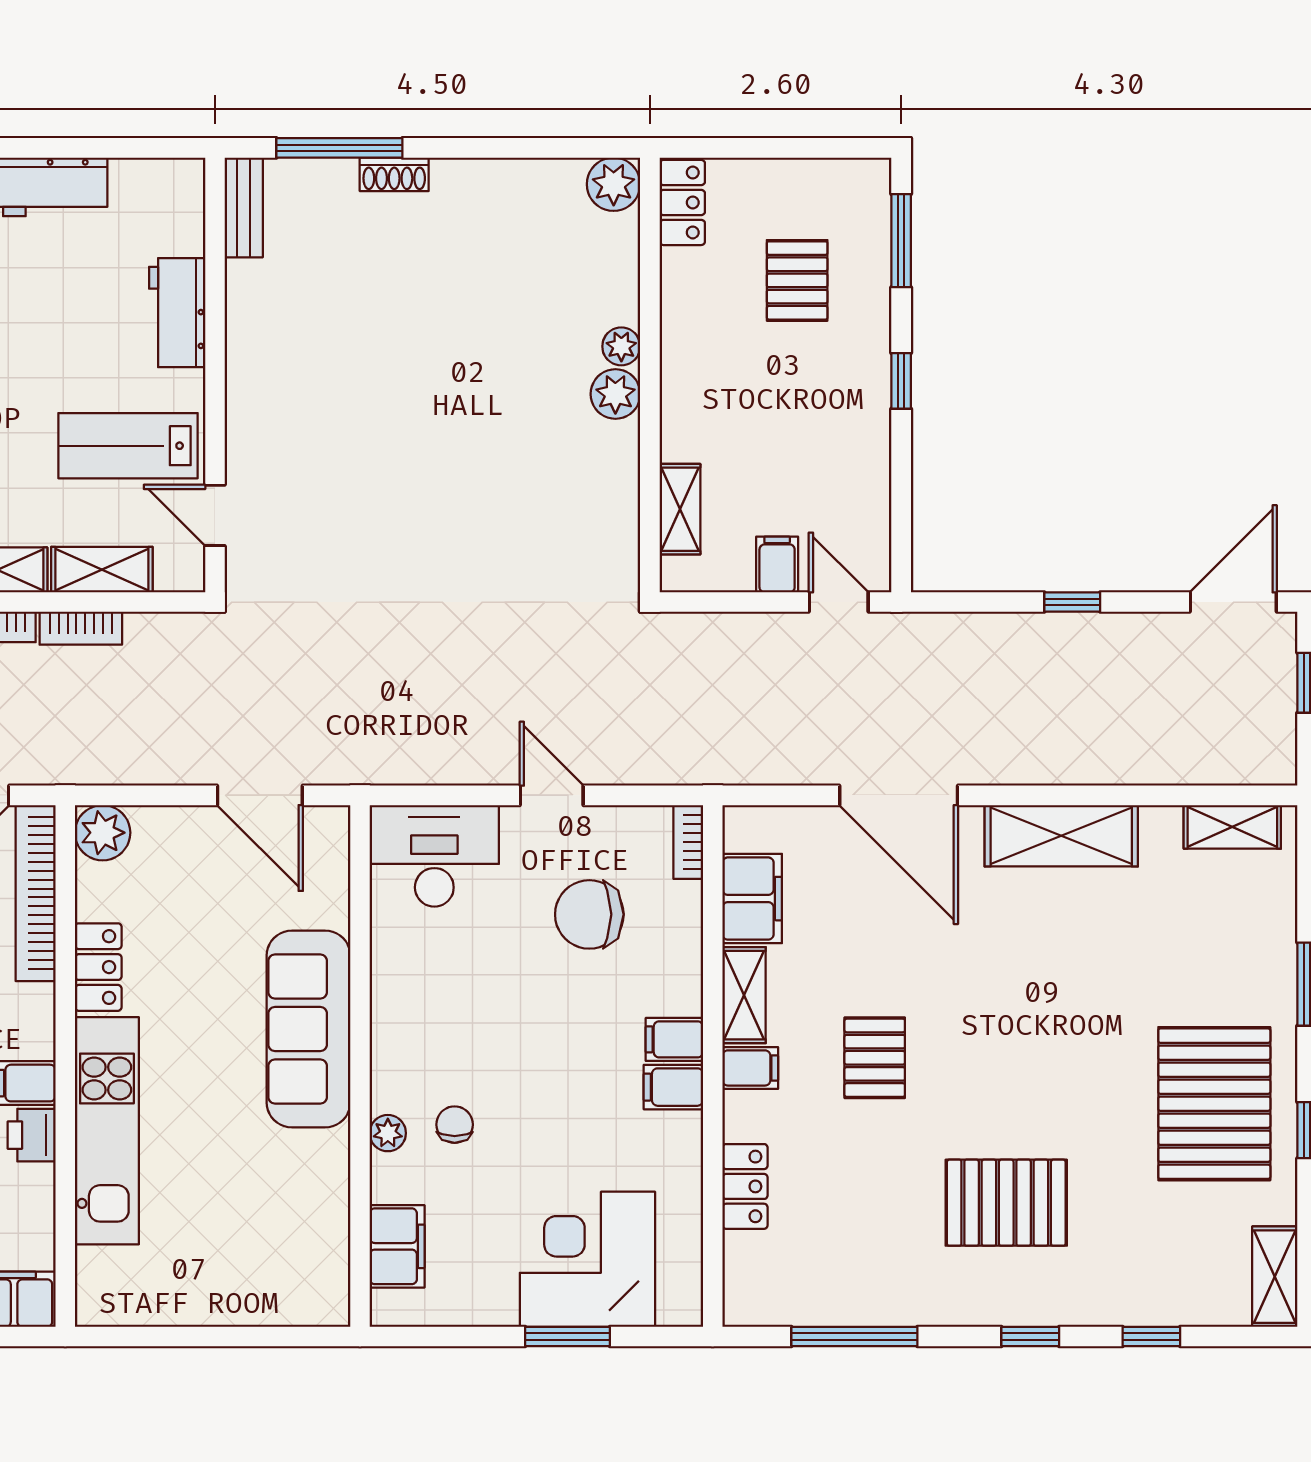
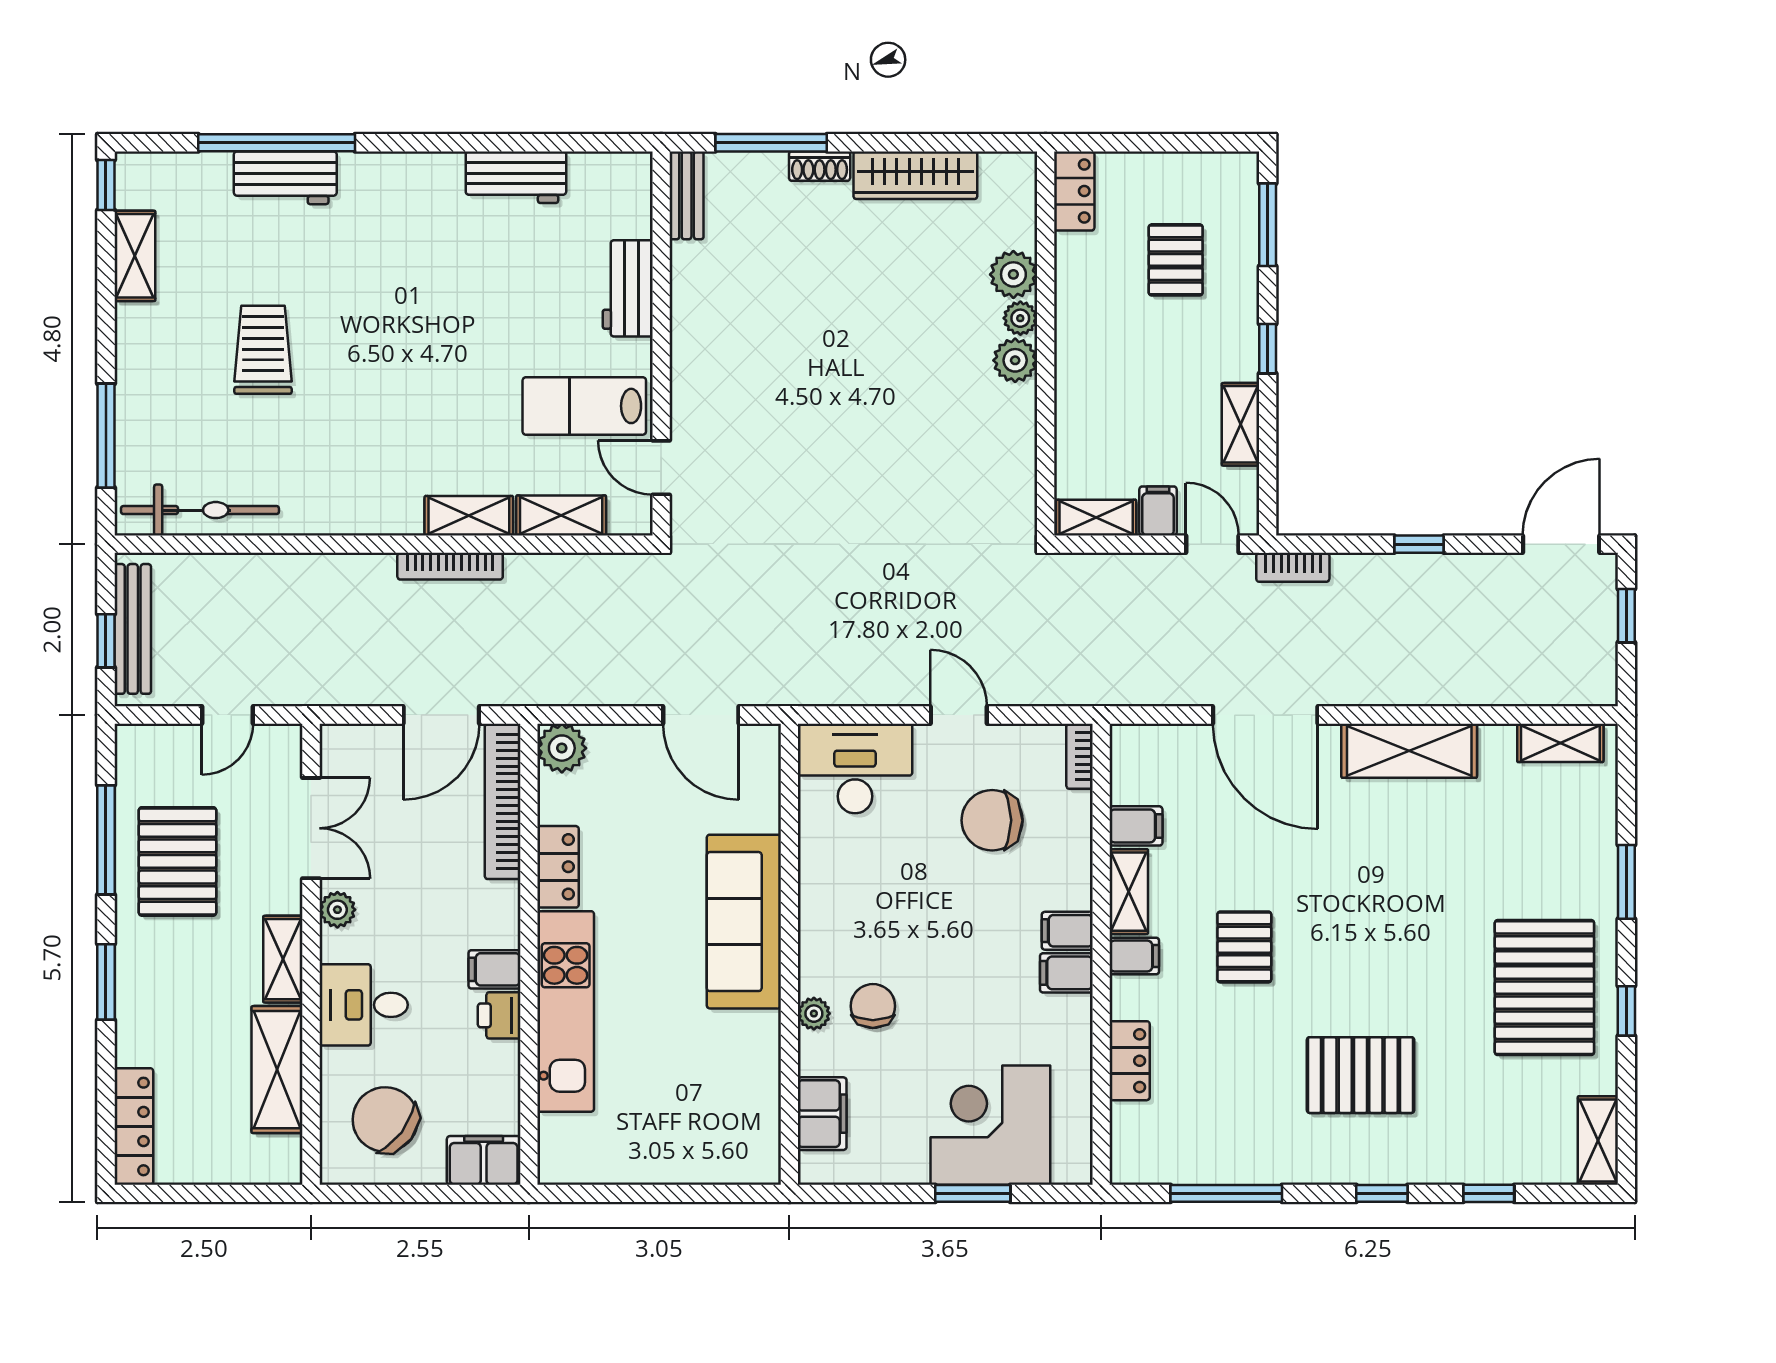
plant: (614, 184) -> (1013, 274), moved
wardrobe: (503, 185) -> (915, 175), added
shelving: (870, 466) -> (1240, 424), added
shelving: (680, 509) -> (1096, 518), moved, turned 90
bookcase: (81, 628) -> (1293, 567), moved
filing cabinet: (752, 899) -> (1136, 826), width x0.50
chair: (455, 1125) -> (873, 1006), width x1.37, depth x1.37

